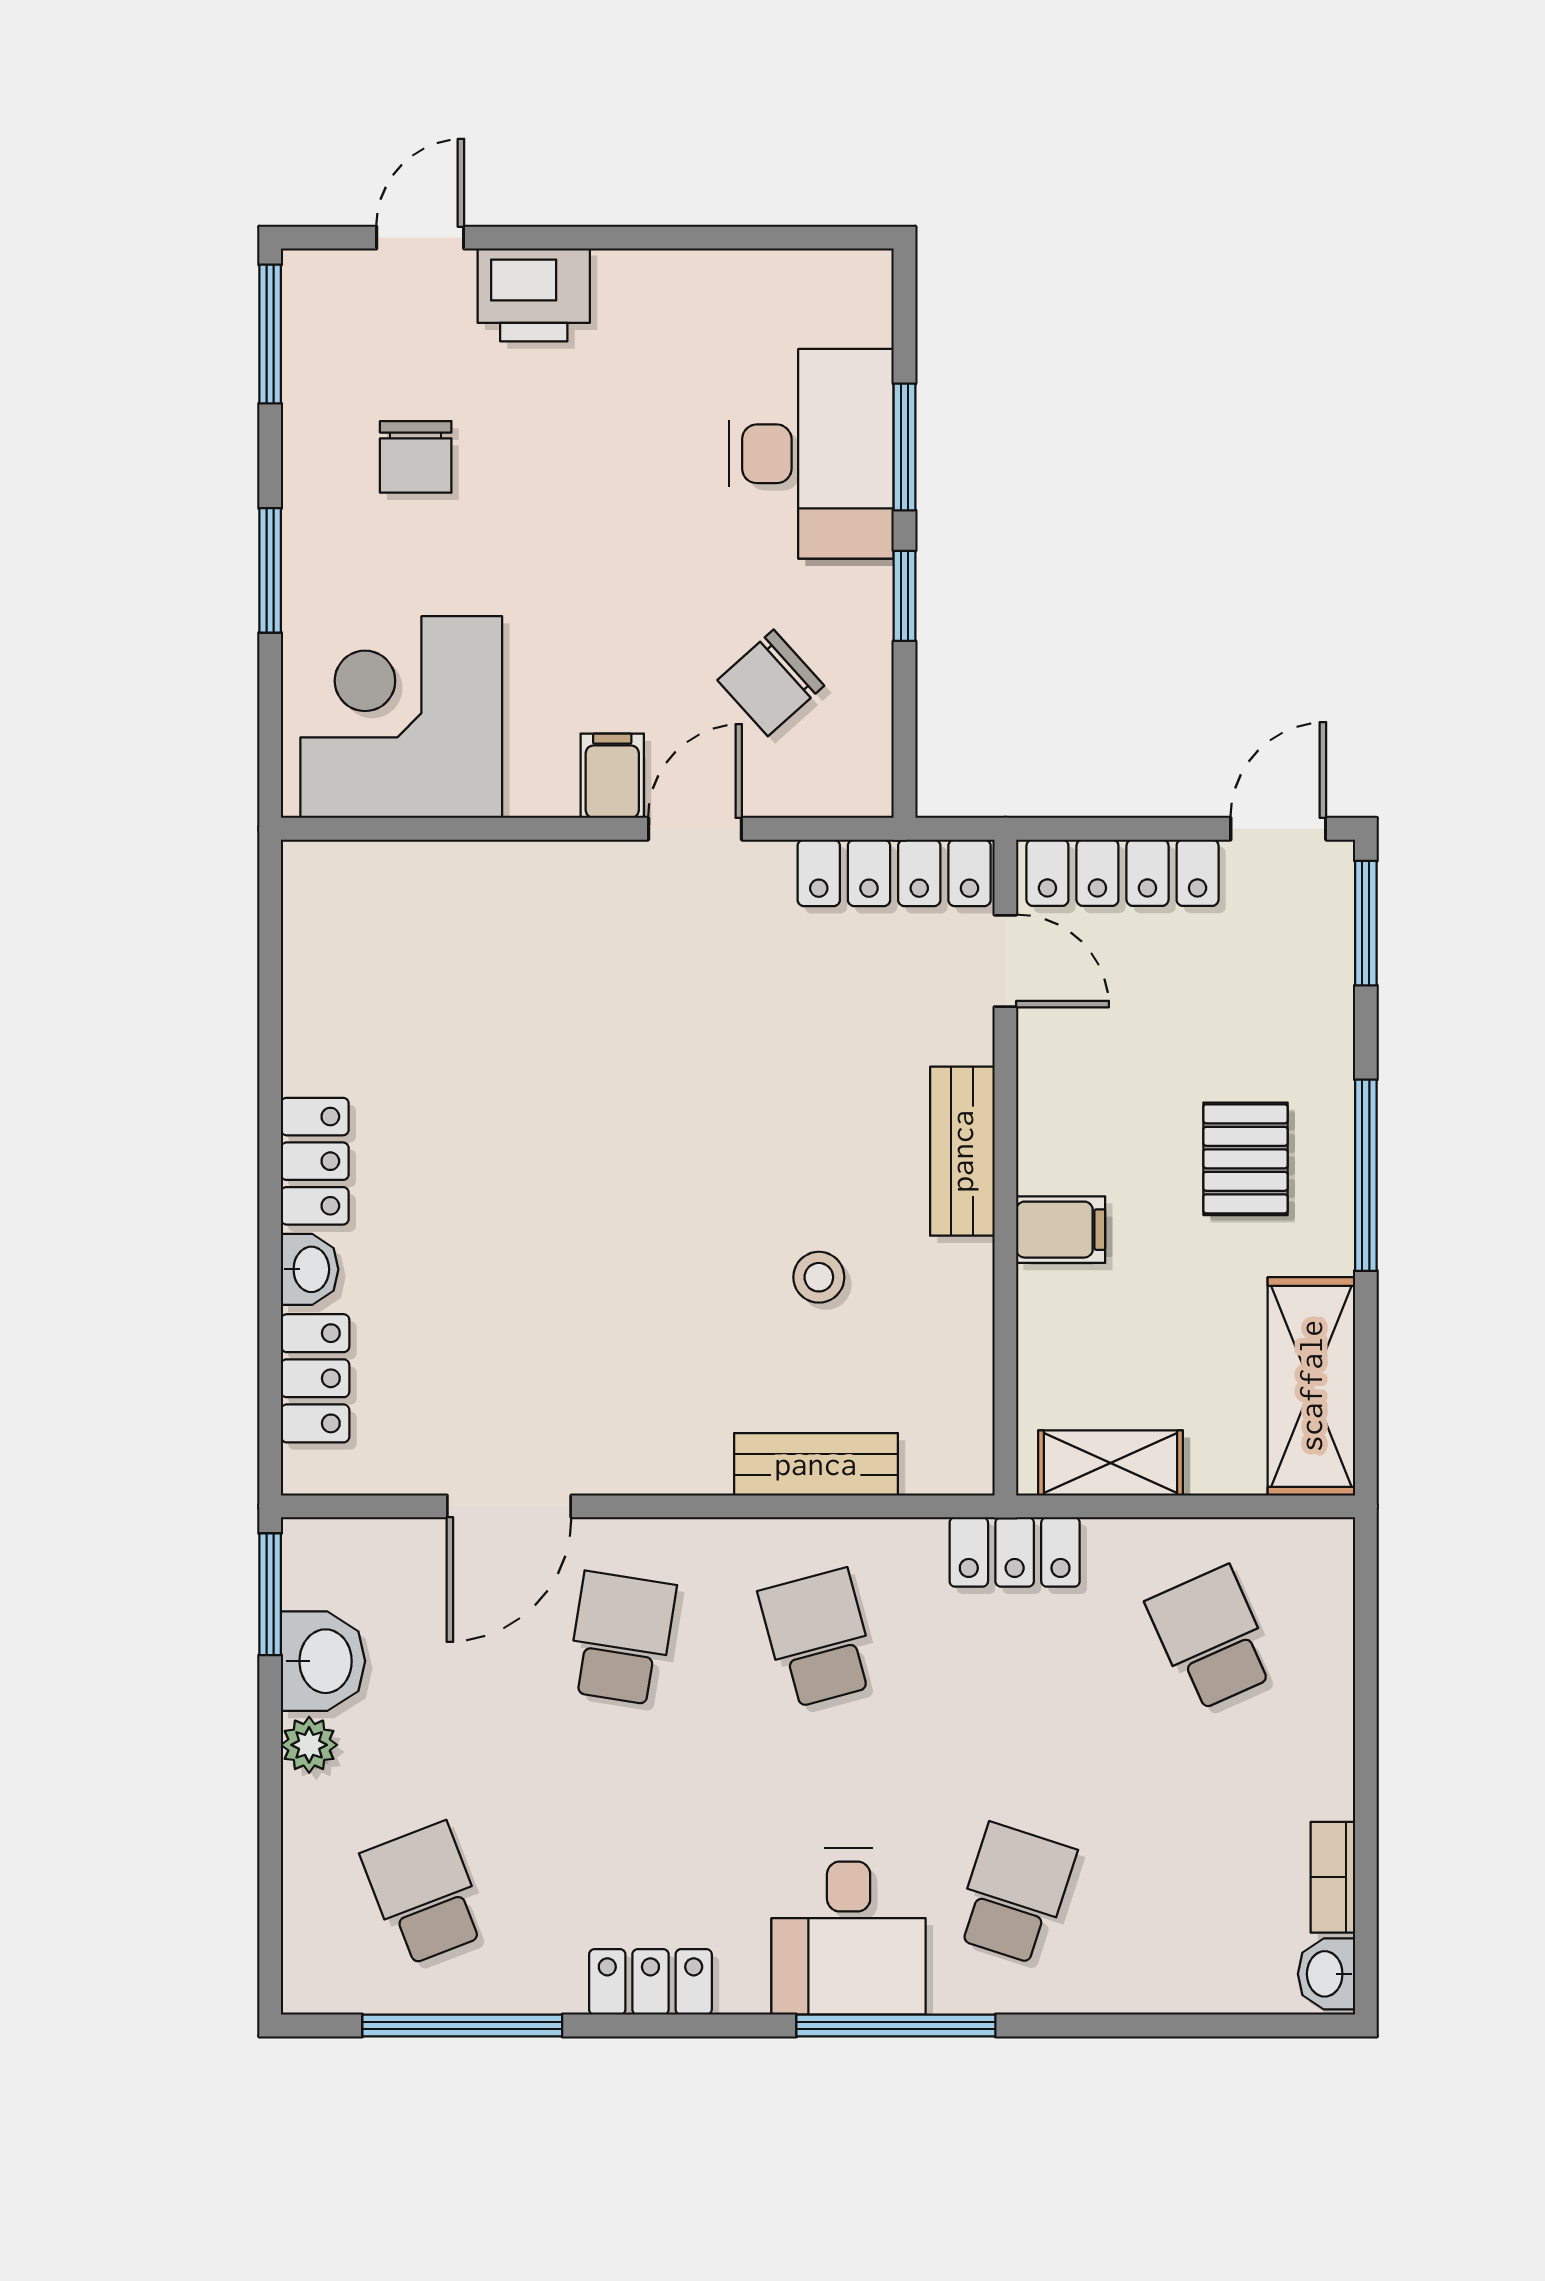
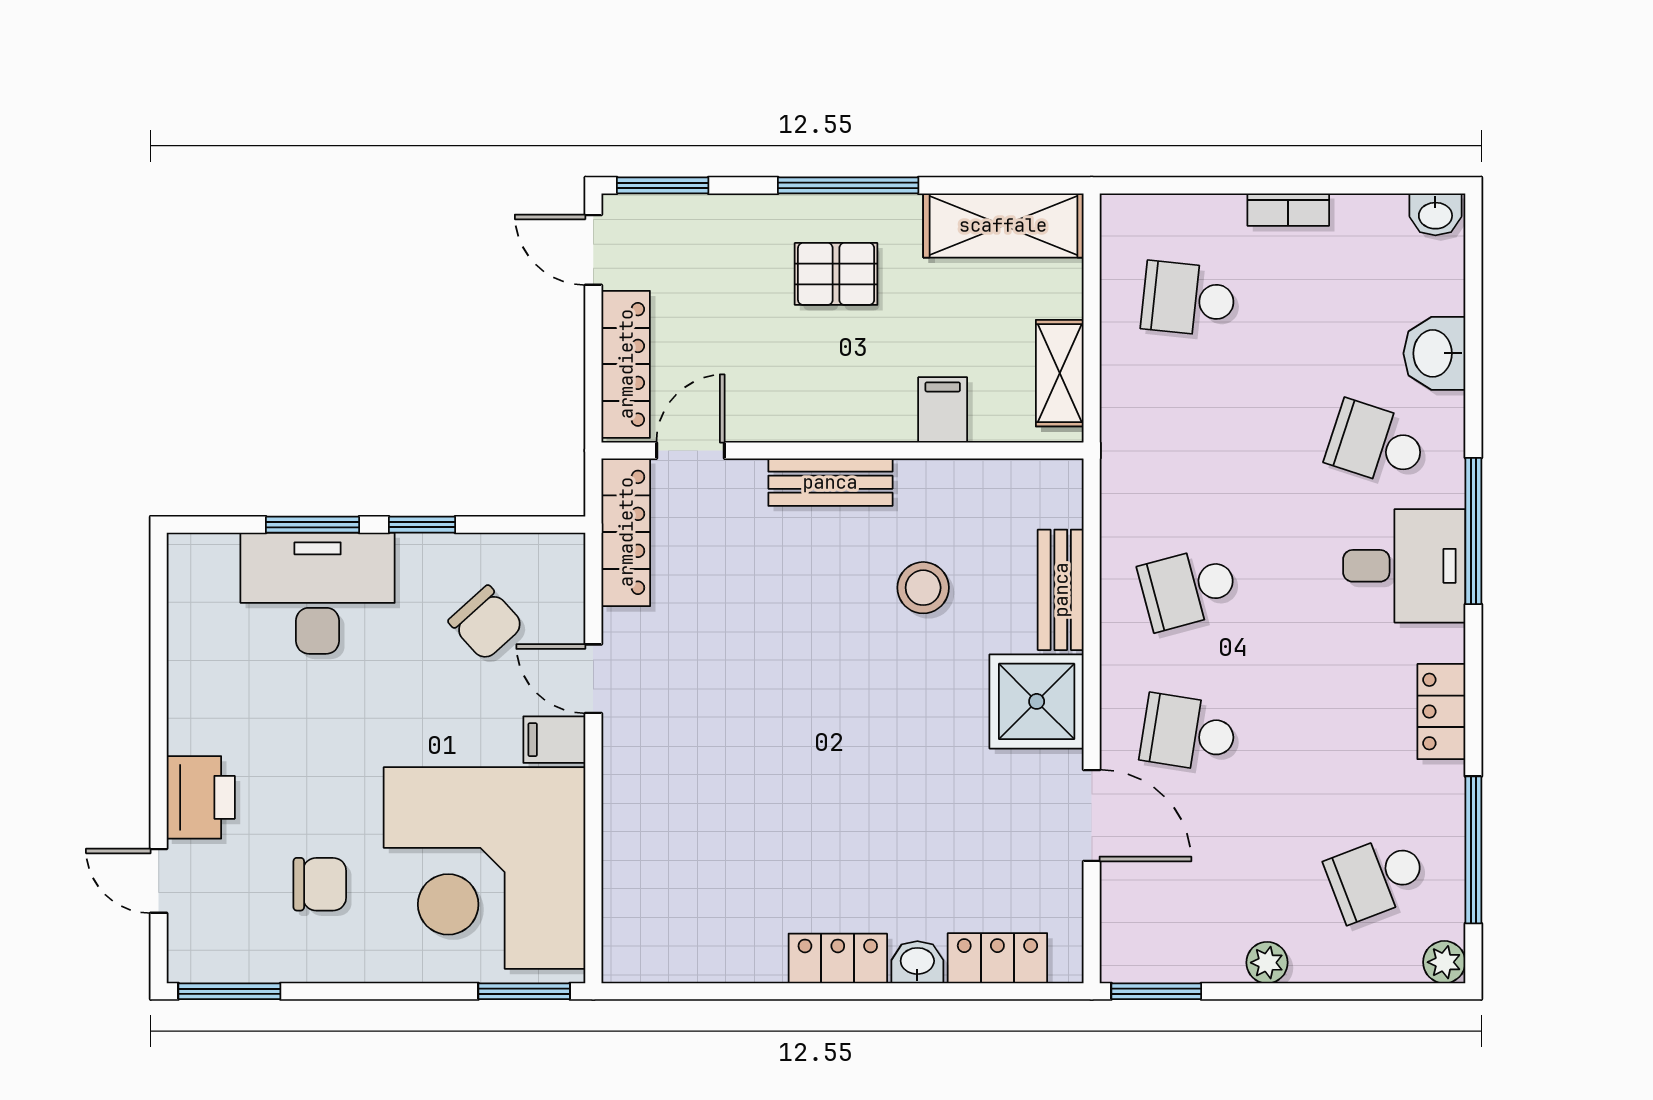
window: (270, 570) -> (524, 991), moved
corner desk: (401, 717) -> (484, 868), width x1.36, depth x1.36
filing cabinet: (1061, 1230) -> (943, 410), moved
stool: (819, 1277) -> (923, 588), width x1.37, depth x1.37
shower: (664, 1432) -> (1037, 701), added
locker: (1015, 1552) -> (1125, 444), removed
school desk: (1211, 1638) -> (1189, 299), turned 30
washbasin: (323, 1661) -> (1434, 353), moved, turned -90
bookcase: (1333, 1877) -> (1288, 210), moved
plant: (310, 1986) -> (1444, 962), added

